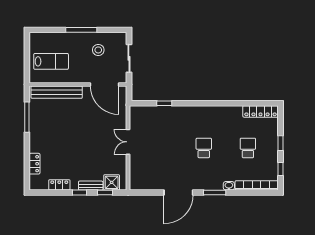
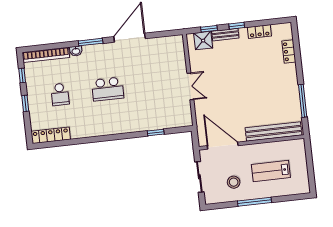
lab bench: (51, 61) -> (271, 171), moved
school desk: (204, 148) -> (108, 89), width x1.85

